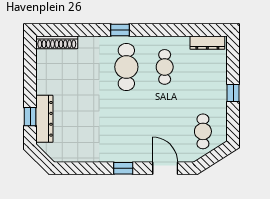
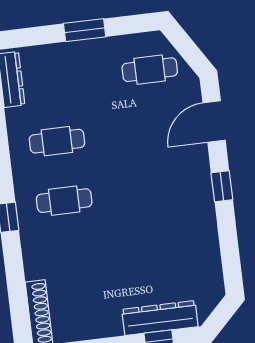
cafe table: (126, 67) -> (64, 201), width x0.73, depth x0.74
window: (233, 93) -> (85, 30), width x1.50

